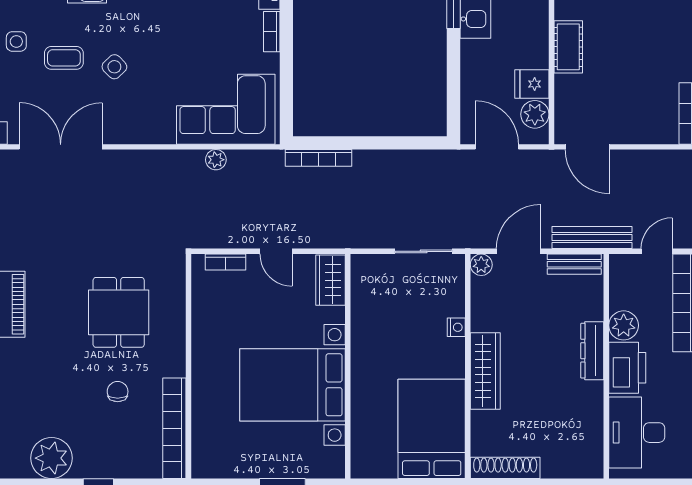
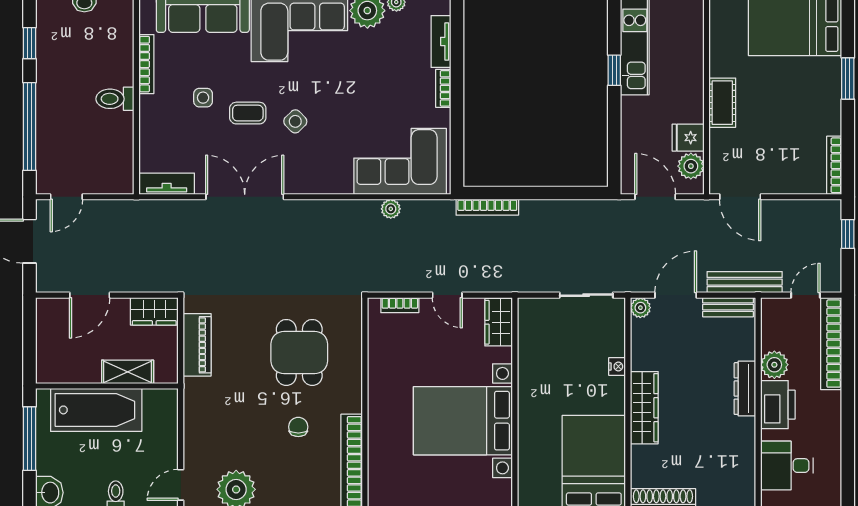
desk: (637, 433) -> (787, 466), width x0.73

